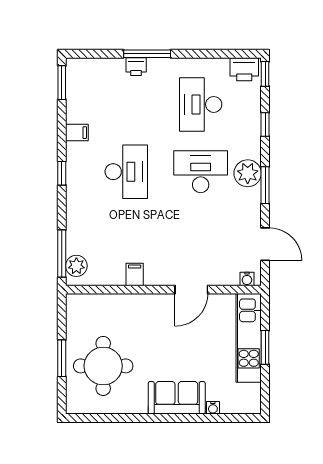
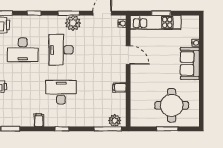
plant: (248, 173) -> (73, 23), moved

